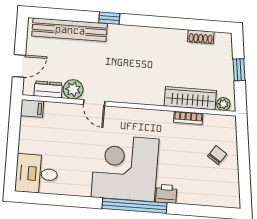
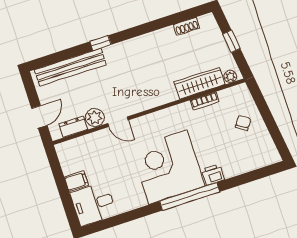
filing cabinet: (32, 108) -> (76, 181), moved

